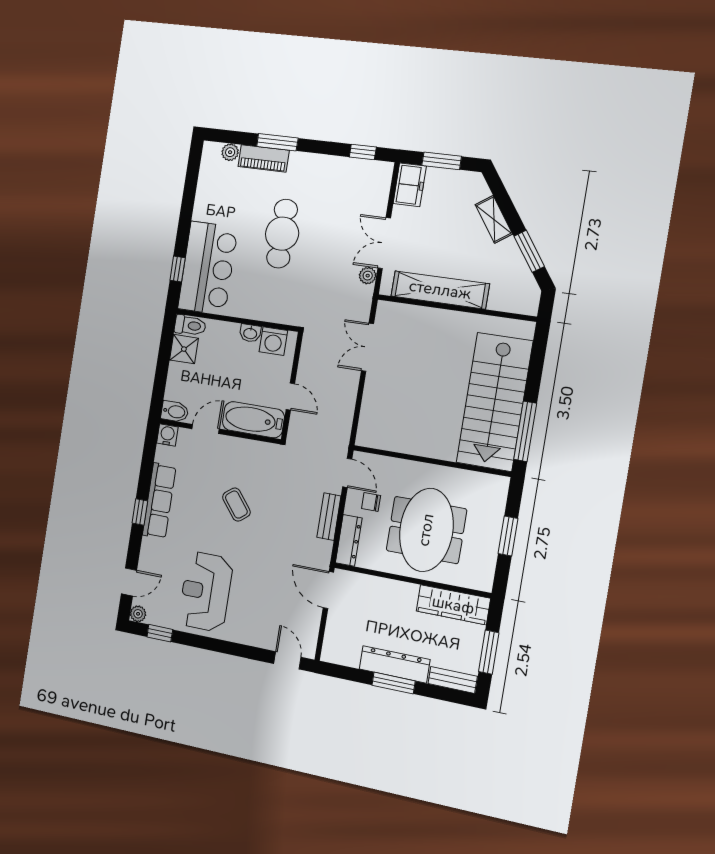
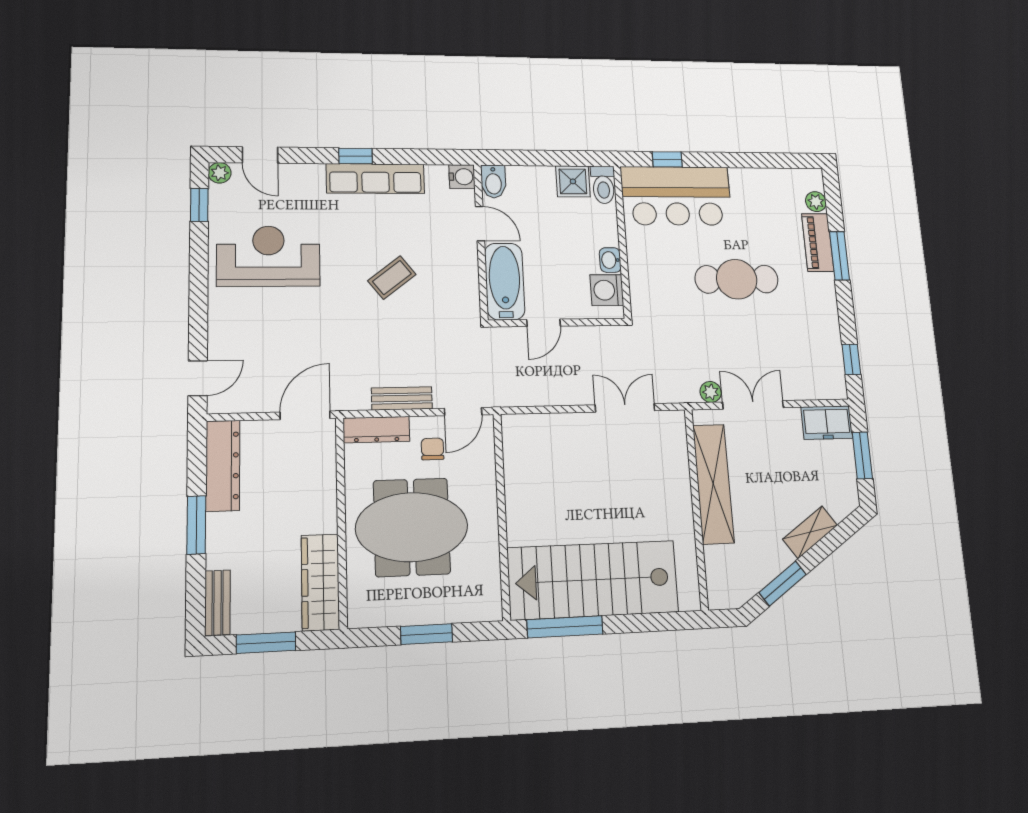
dresser: (395, 664) -> (223, 466), moved

